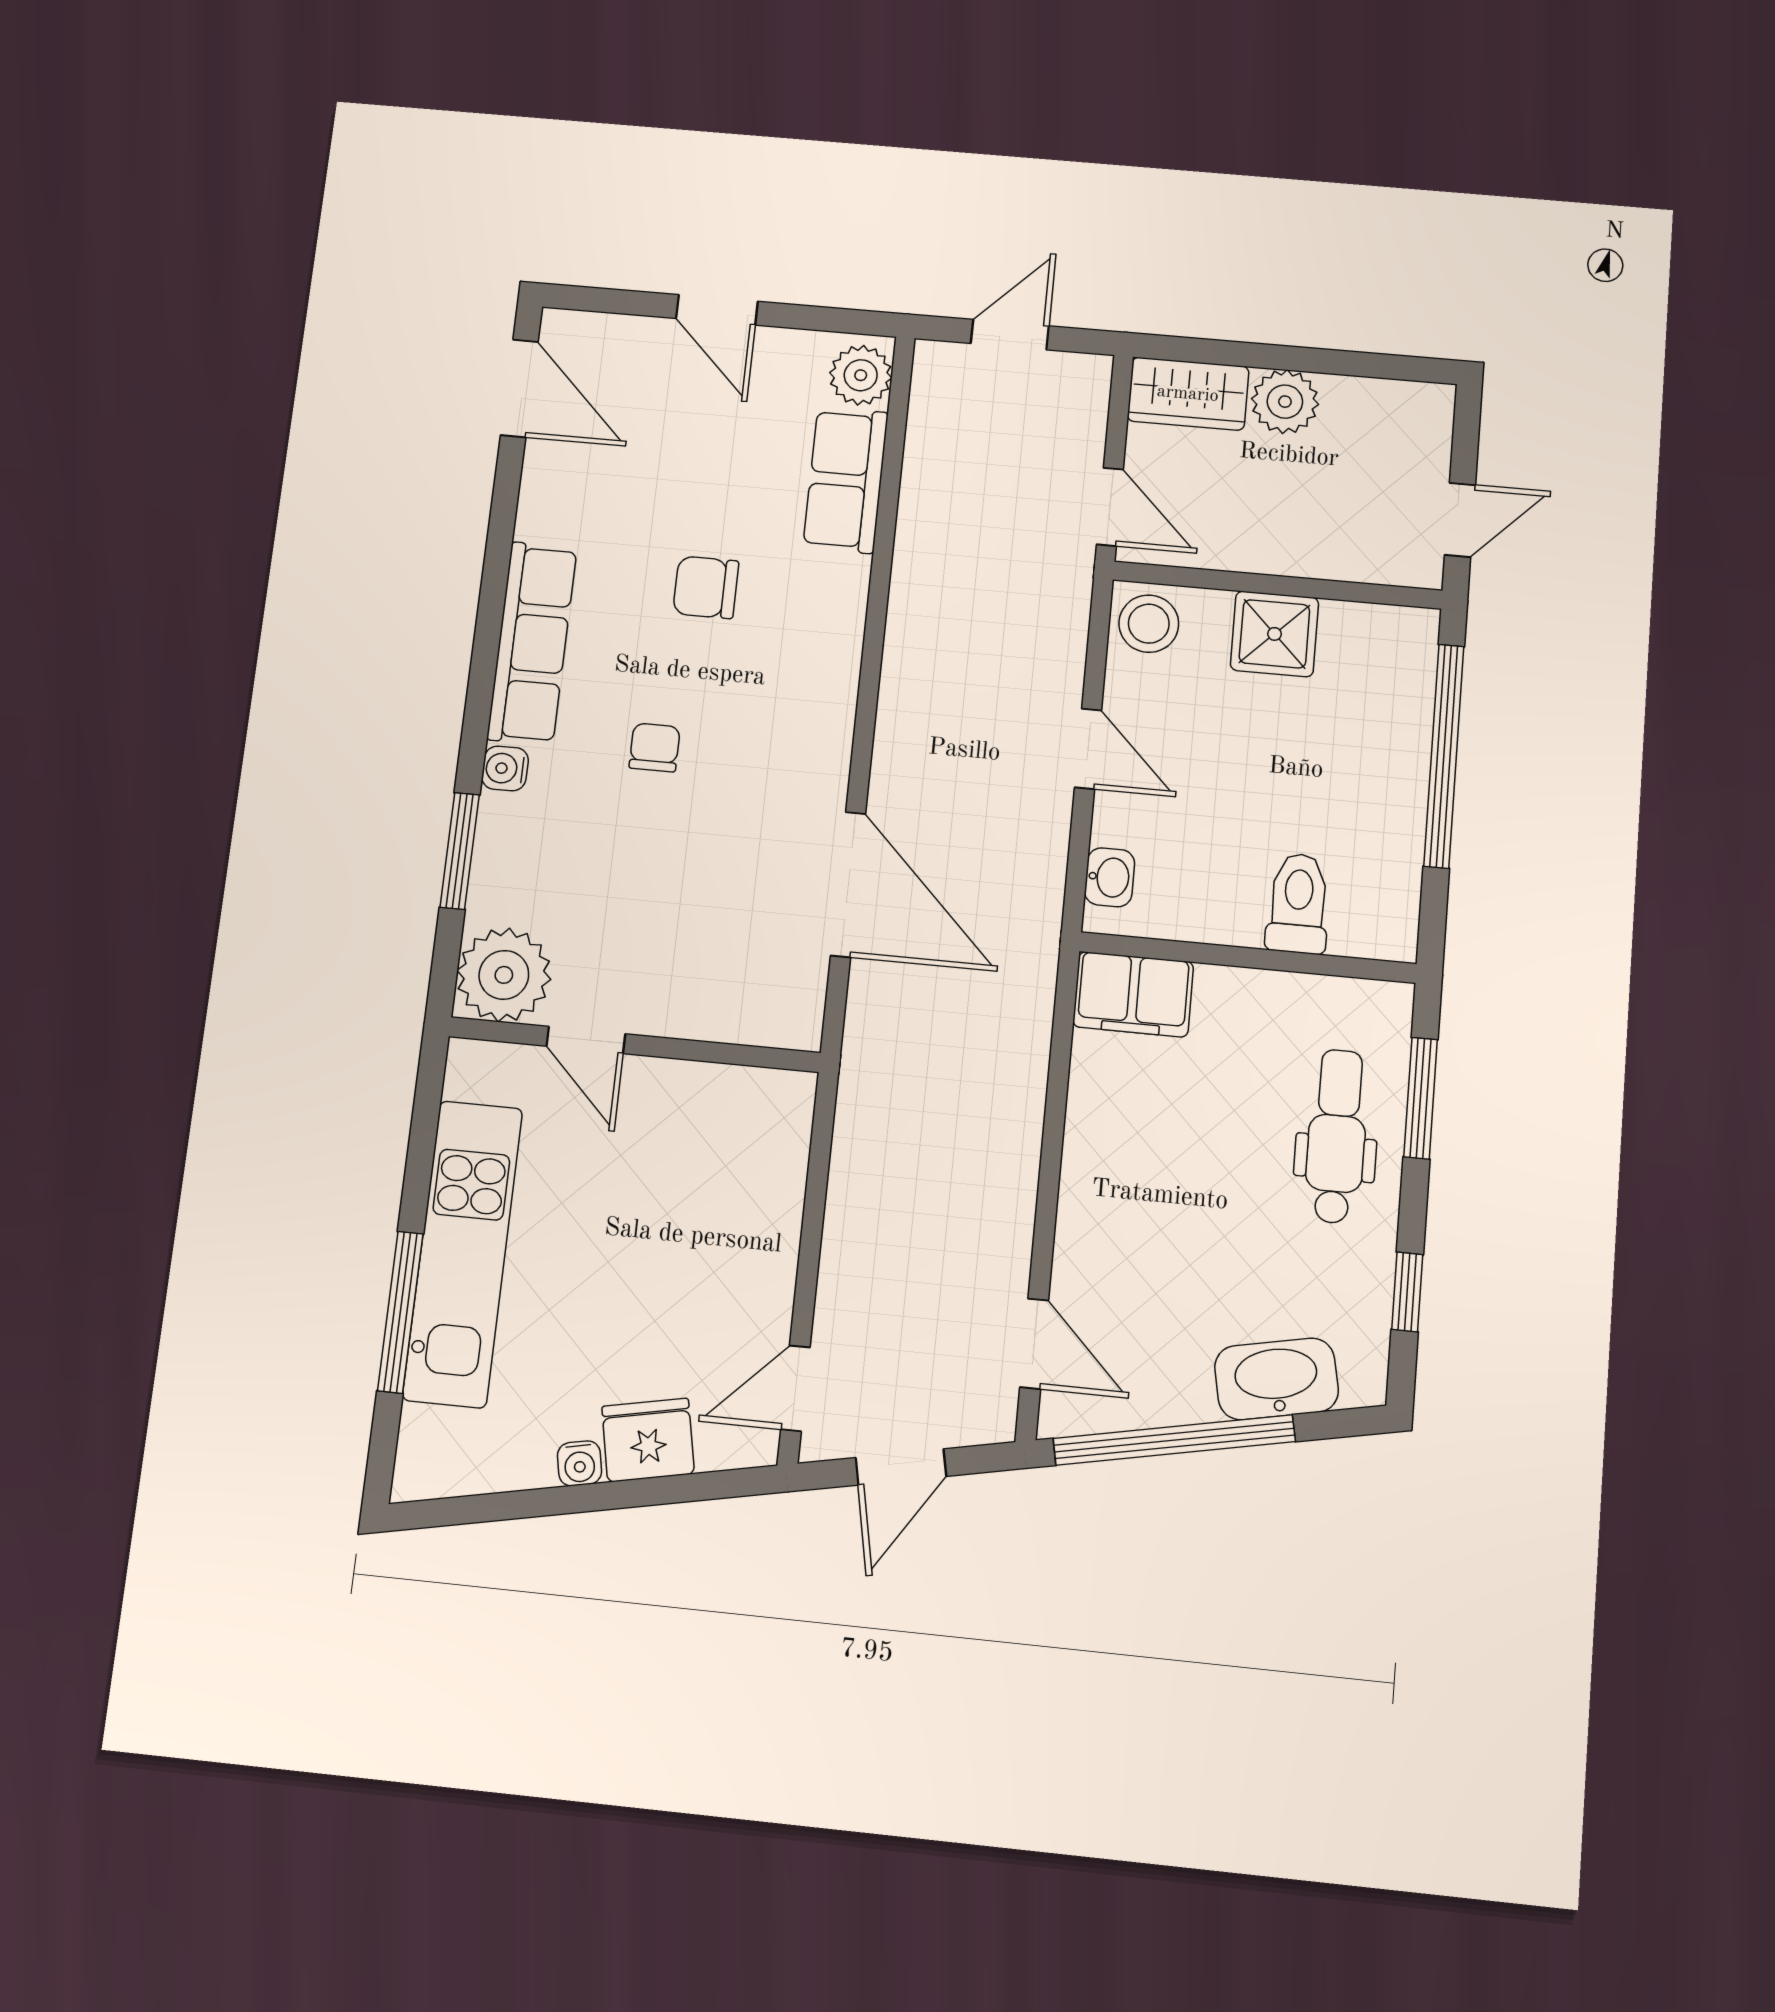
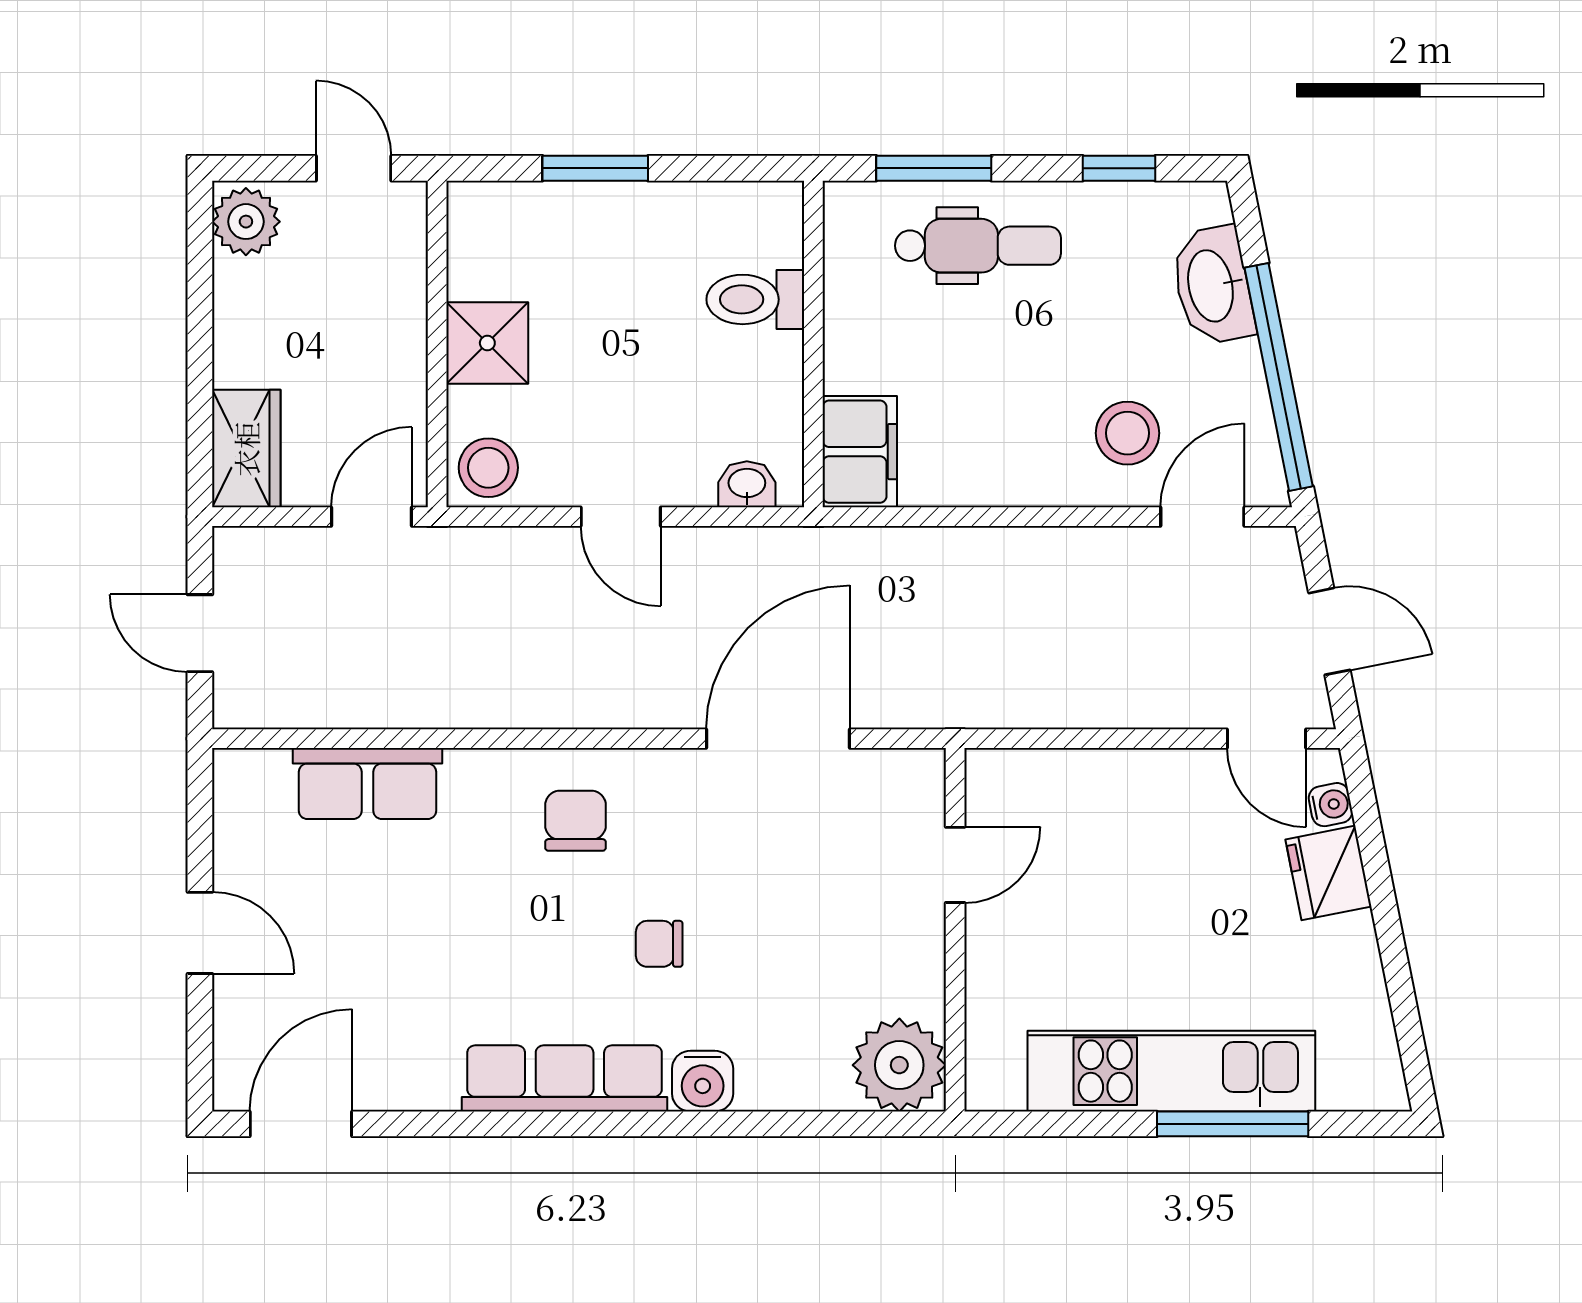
door: (717, 310) -> (200, 933), hinge flipped
plant: (861, 375) -> (256, 780), removed
plant: (1285, 402) -> (246, 222), moved
chair: (706, 587) -> (576, 821), moved, turned 180
door: (1088, 749) -> (621, 517), swing flipped
window: (1444, 756) -> (595, 168), width x0.47
water cooler: (505, 768) -> (703, 1081), width x1.38, depth x1.38
window: (460, 851) -> (781, 1124), removed
door: (586, 1040) -> (955, 865), moved
dental chair: (1337, 1136) -> (978, 246), turned 180
stool: (1129, 1273) -> (1127, 433), added
water cooler: (580, 1463) -> (1331, 805), moved

